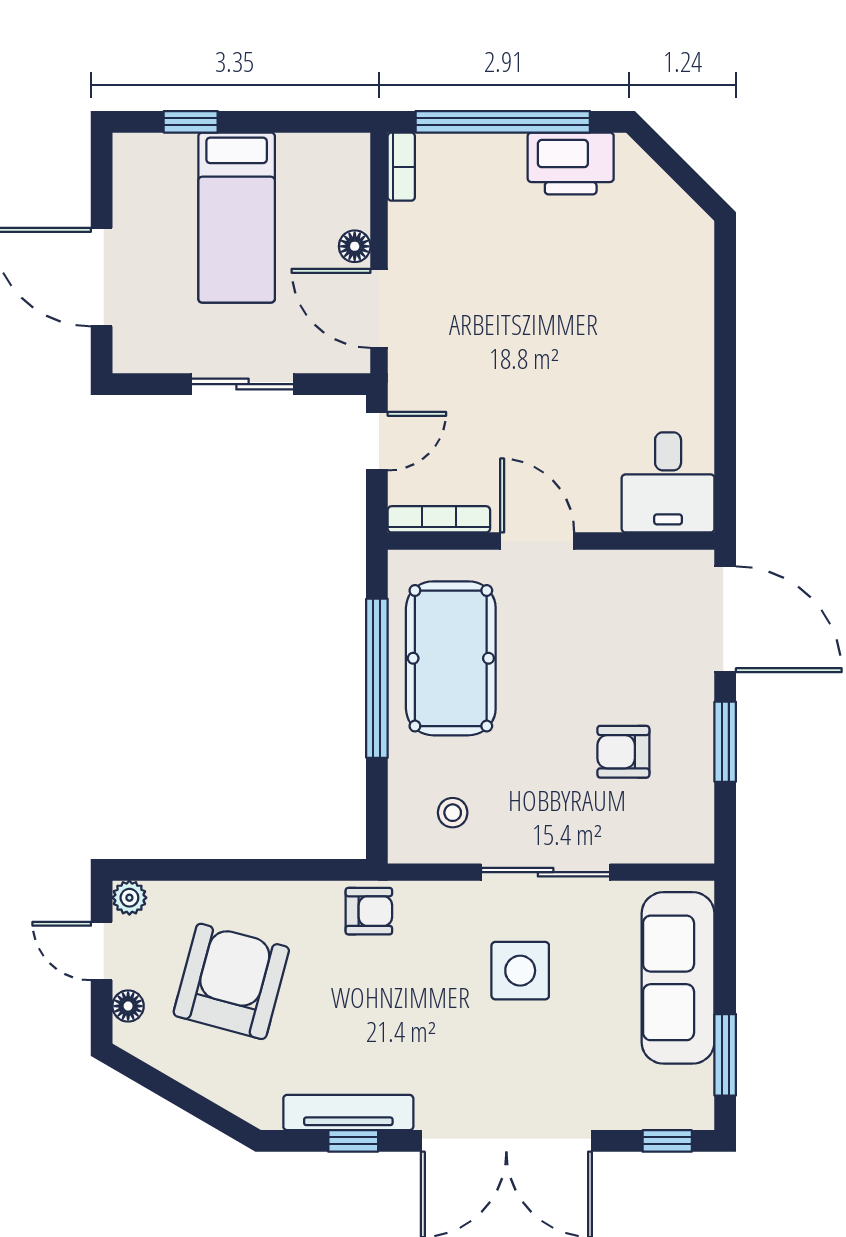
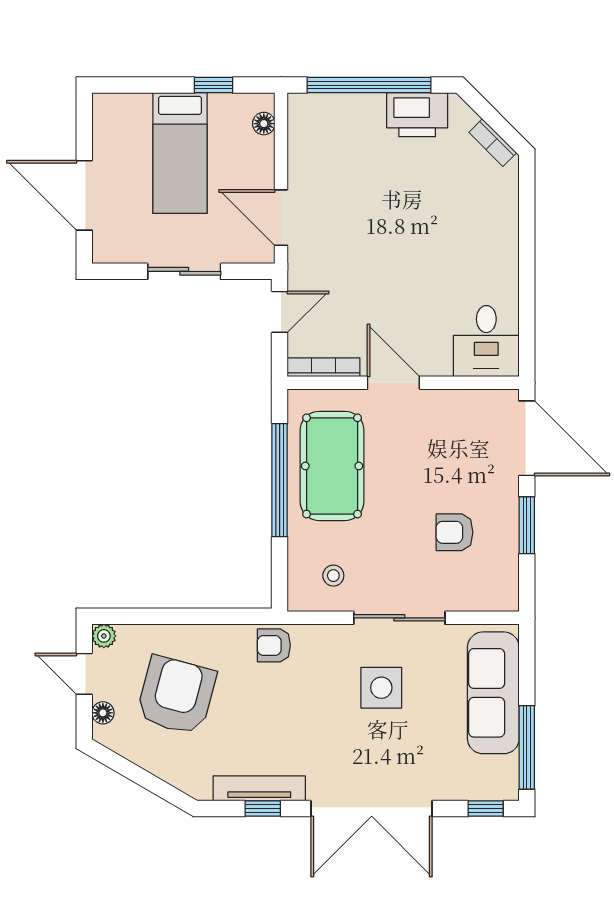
window: (191, 122) -> (214, 85), moved
bookcase: (401, 167) -> (493, 143), moved, turned 135
floor lamp: (355, 246) -> (264, 124), moved
armchair: (369, 911) -> (274, 645), turned 180
window: (725, 1055) -> (527, 747), width x1.44

